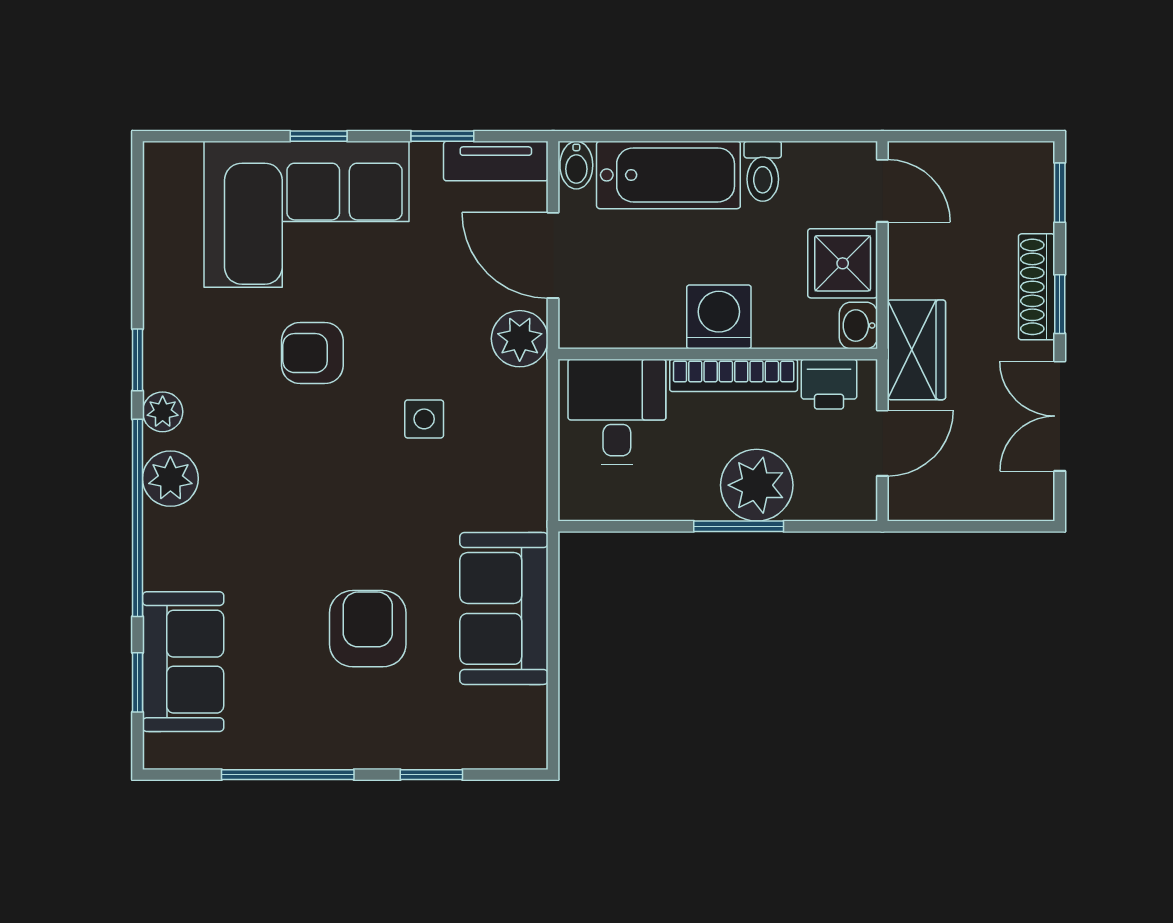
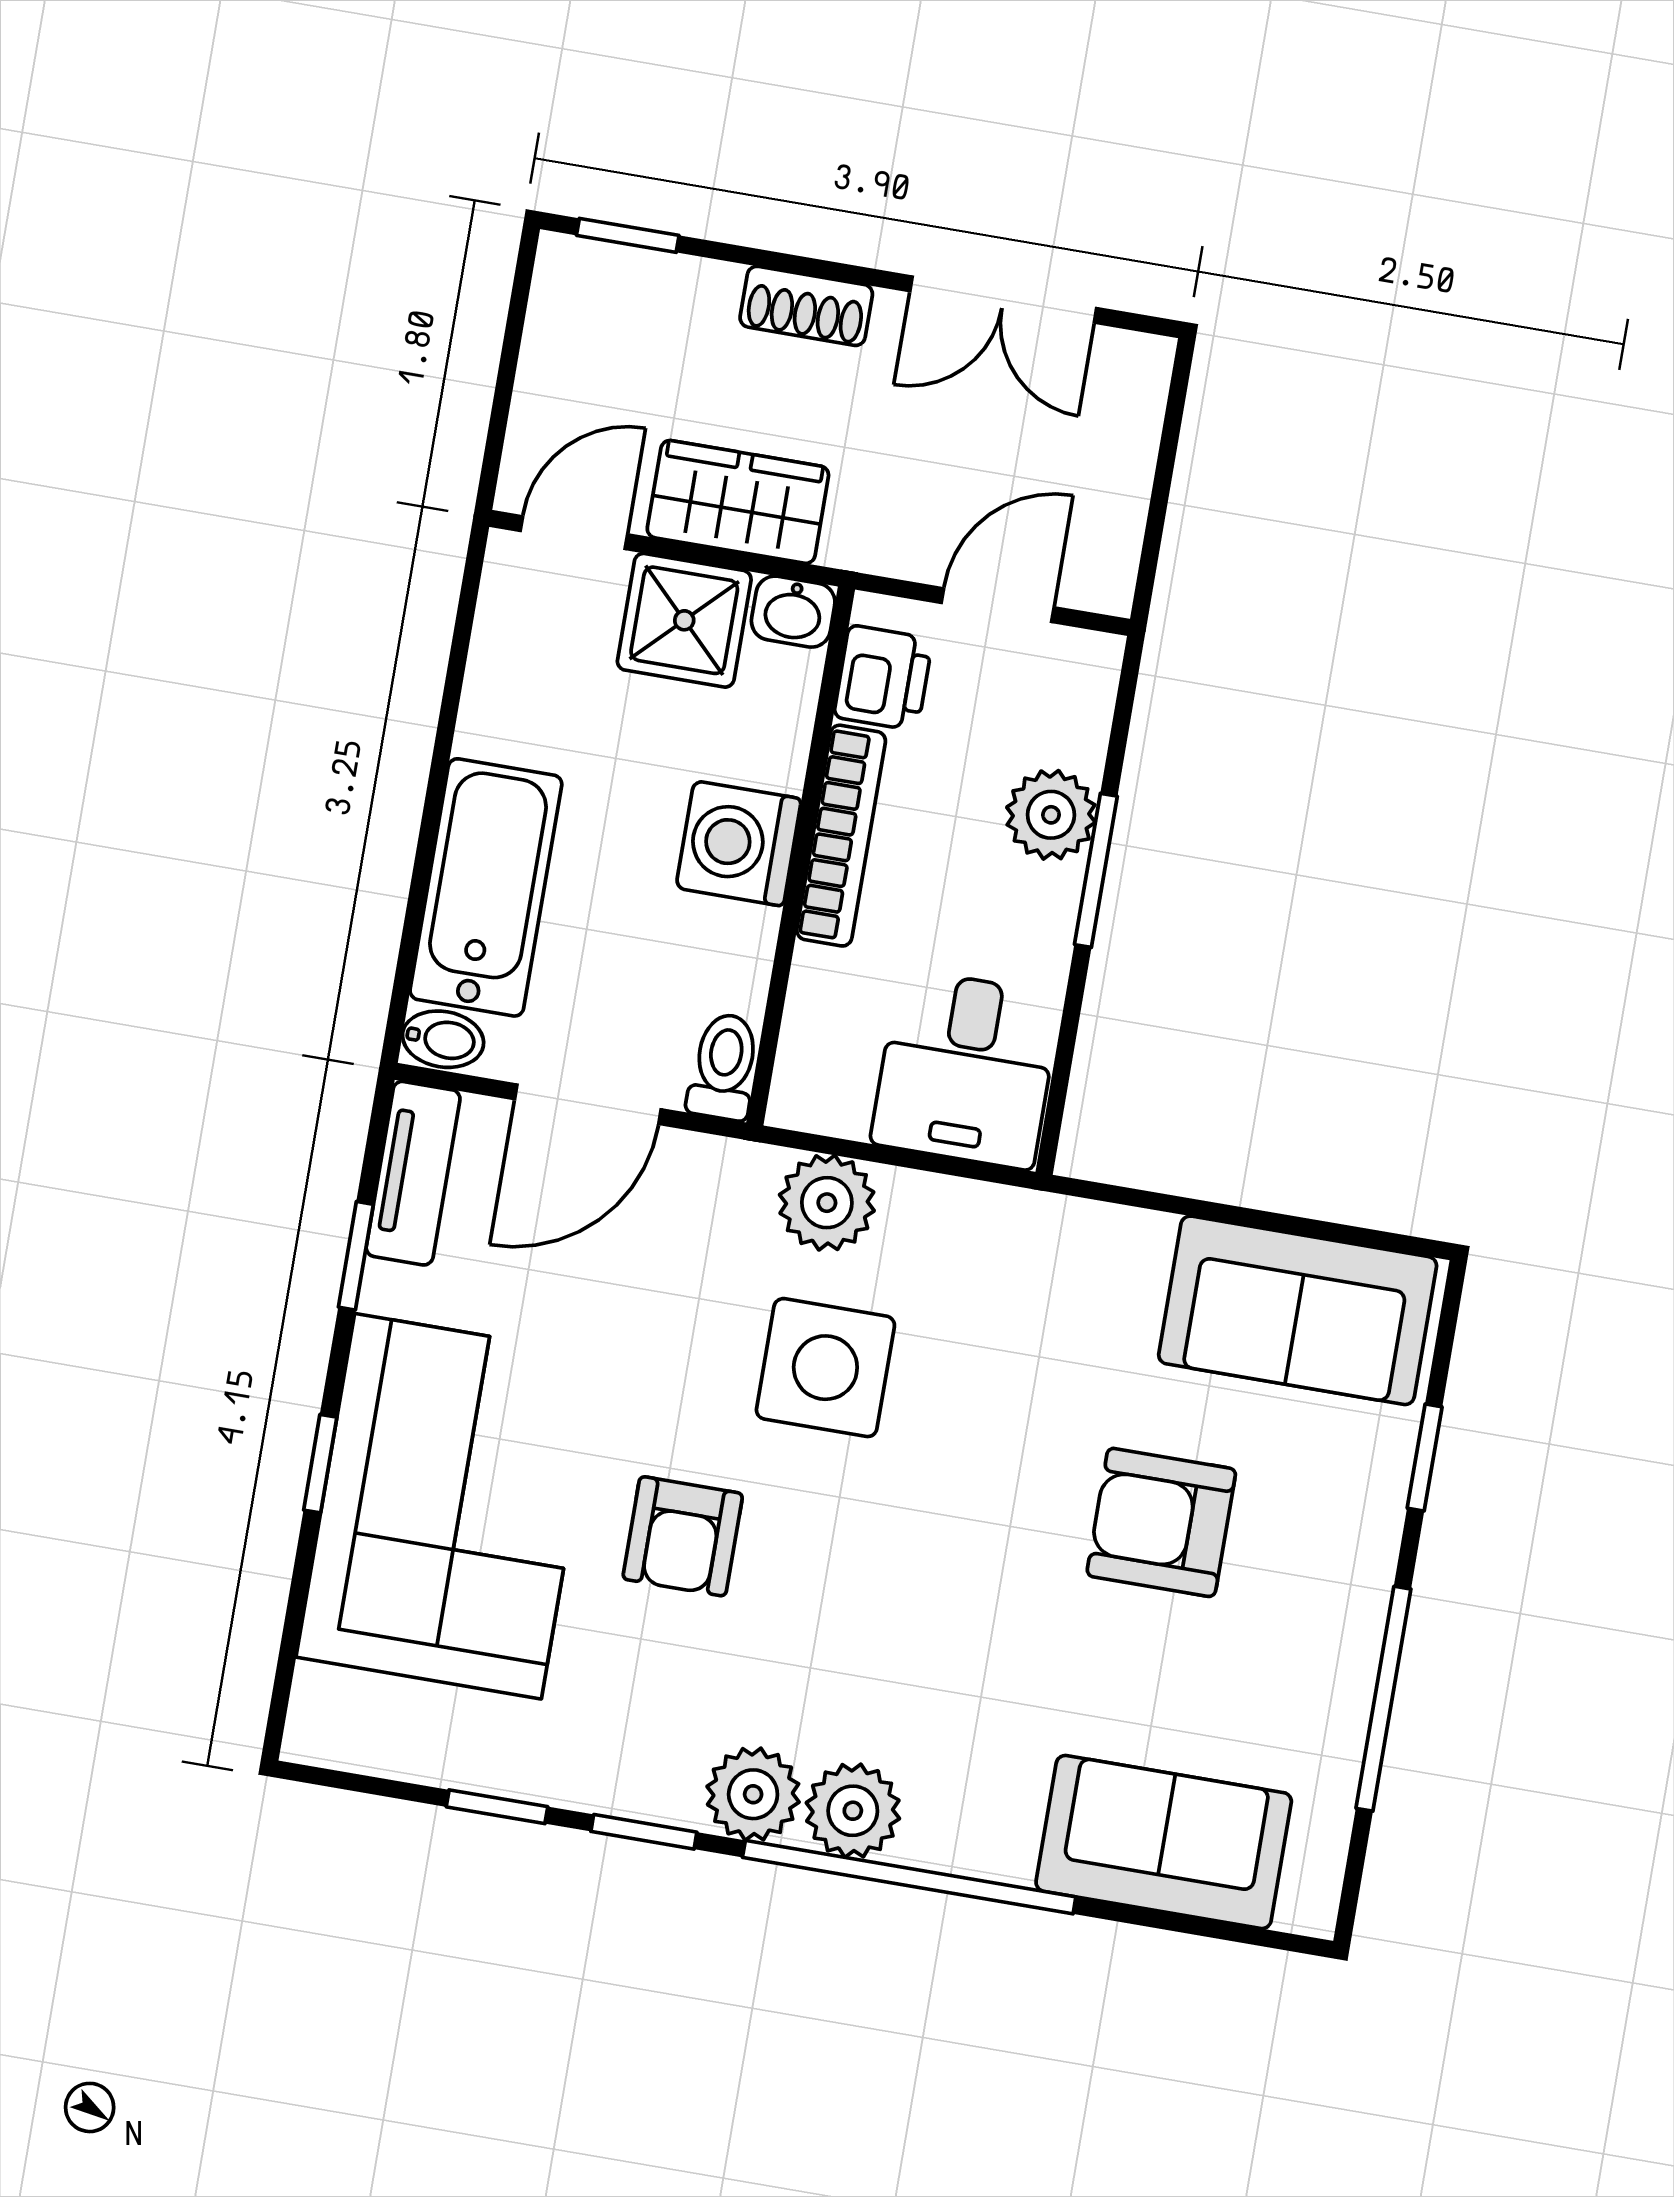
toilet: (763, 171) -> (724, 1067), moved, turned -90
shoe rack: (1037, 287) -> (806, 306), width x0.70
window: (1060, 304) -> (815, 267), removed
plant: (520, 339) -> (827, 1203), moved
wardrobe: (916, 350) -> (738, 502), moved
plant: (163, 412) -> (753, 1794), width x1.38, depth x1.38
desk: (617, 412) -> (966, 1069), moved, turned -90
side table: (424, 419) -> (825, 1368), width x1.87, depth x1.87
door: (882, 443) -> (998, 605), hinge flipped
plant: (757, 485) -> (1051, 815), width x0.73, depth x0.73
sofa: (504, 608) -> (1298, 1310), moved
window: (138, 682) -> (497, 1807), moved

